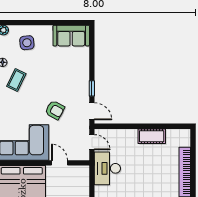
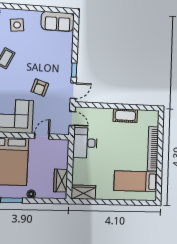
armchair: (55, 110) -> (40, 88), turned 79
door: (92, 111) -> (73, 91), hinge flipped
door: (59, 163) -> (42, 136), hinge flipped

